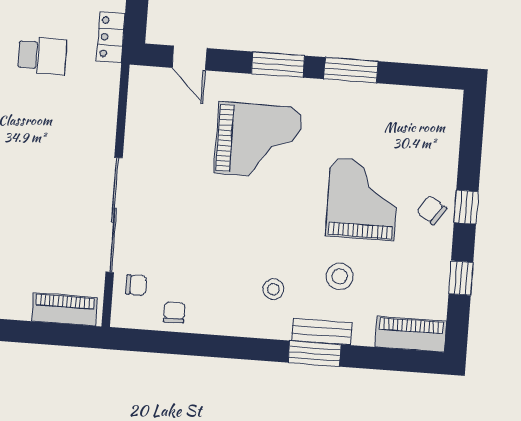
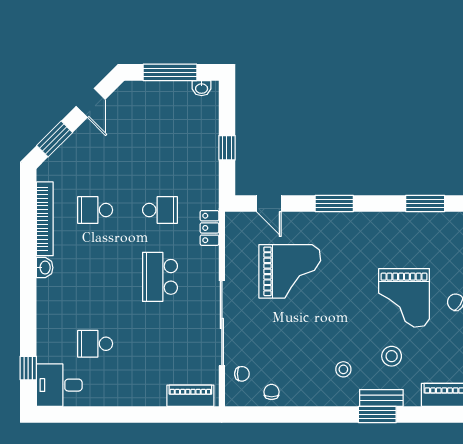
locker: (111, 37) -> (209, 228), moved
window: (351, 70) -> (425, 203), moved
grand piano: (258, 141) -> (290, 271), moved
school desk: (35, 146) -> (160, 277), added
grand piano: (362, 199) -> (404, 298), turned 180

